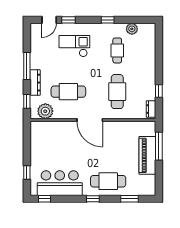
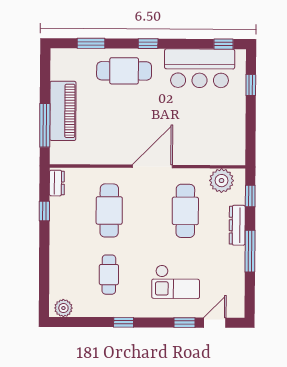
plant: (132, 29) -> (63, 308), moved
cafe table: (68, 92) -> (185, 211), turned 90
door: (90, 120) -> (152, 166), hinge flipped

